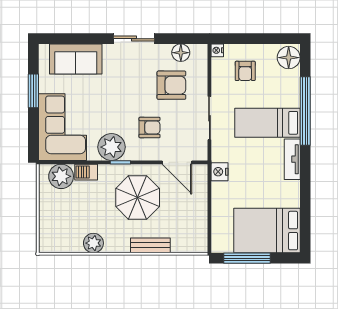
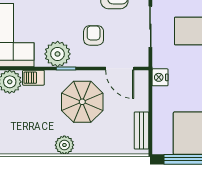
armchair: (150, 127) -> (94, 35), turned -90
plant: (93, 243) -> (64, 145), moved
bench: (150, 245) -> (142, 131), moved, turned 90

